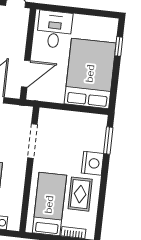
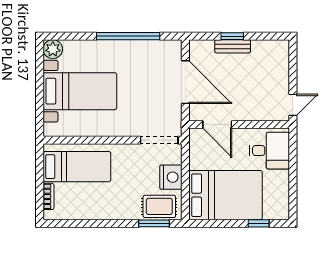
doorway: (32, 141) -> (159, 140), moved
nightstand: (92, 163) -> (171, 177), moved, turned -90
rug: (80, 194) -> (159, 206), moved

